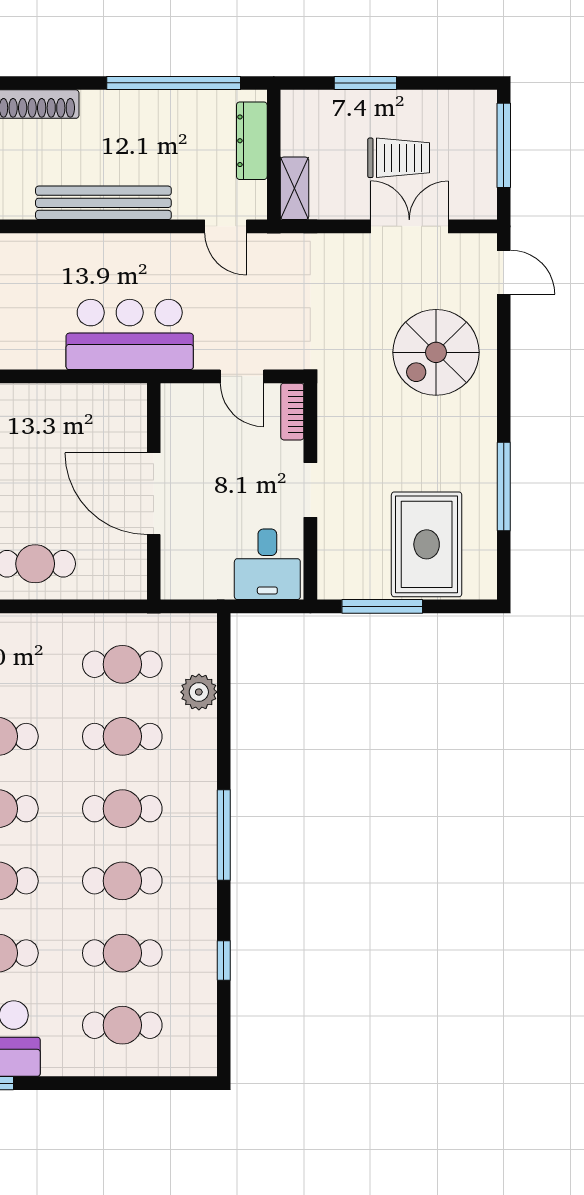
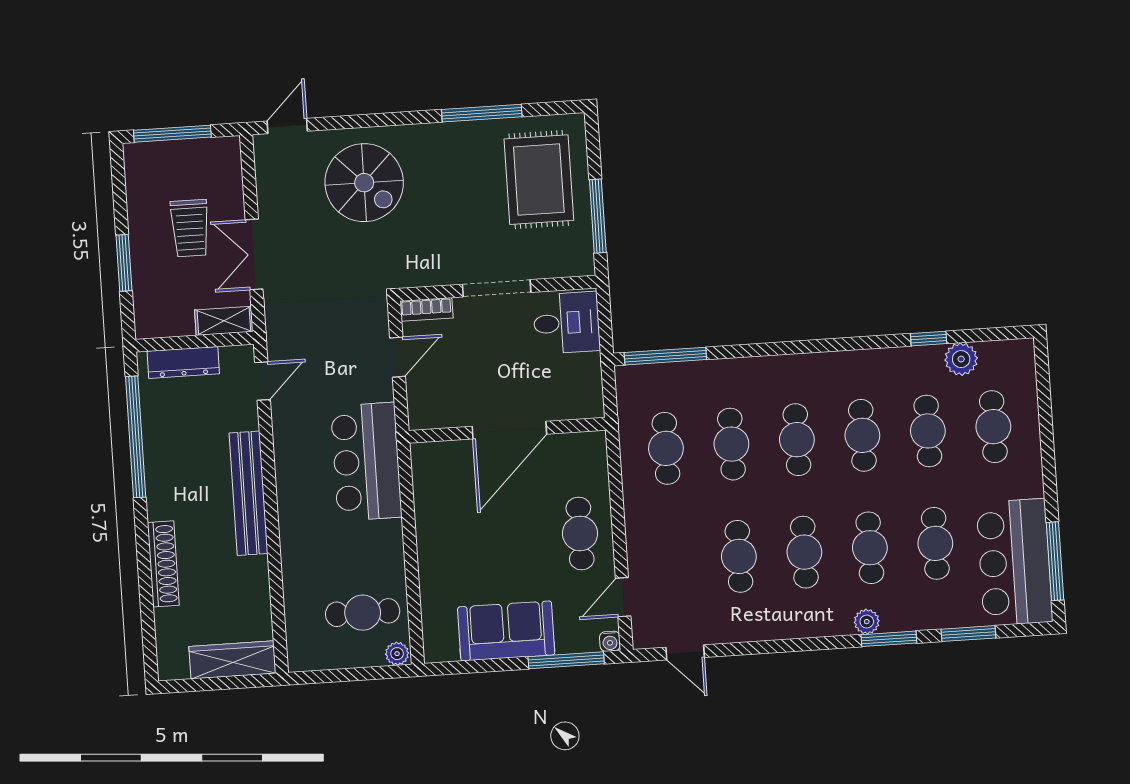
trolley: (399, 158) -> (190, 228), turned 180
double door: (409, 226) -> (254, 254), moved
doorway: (310, 490) -> (497, 288), width x1.38
rug: (427, 544) -> (539, 180), turned 90
plant: (199, 692) -> (961, 359), moved
window: (224, 835) -> (665, 356), moved

